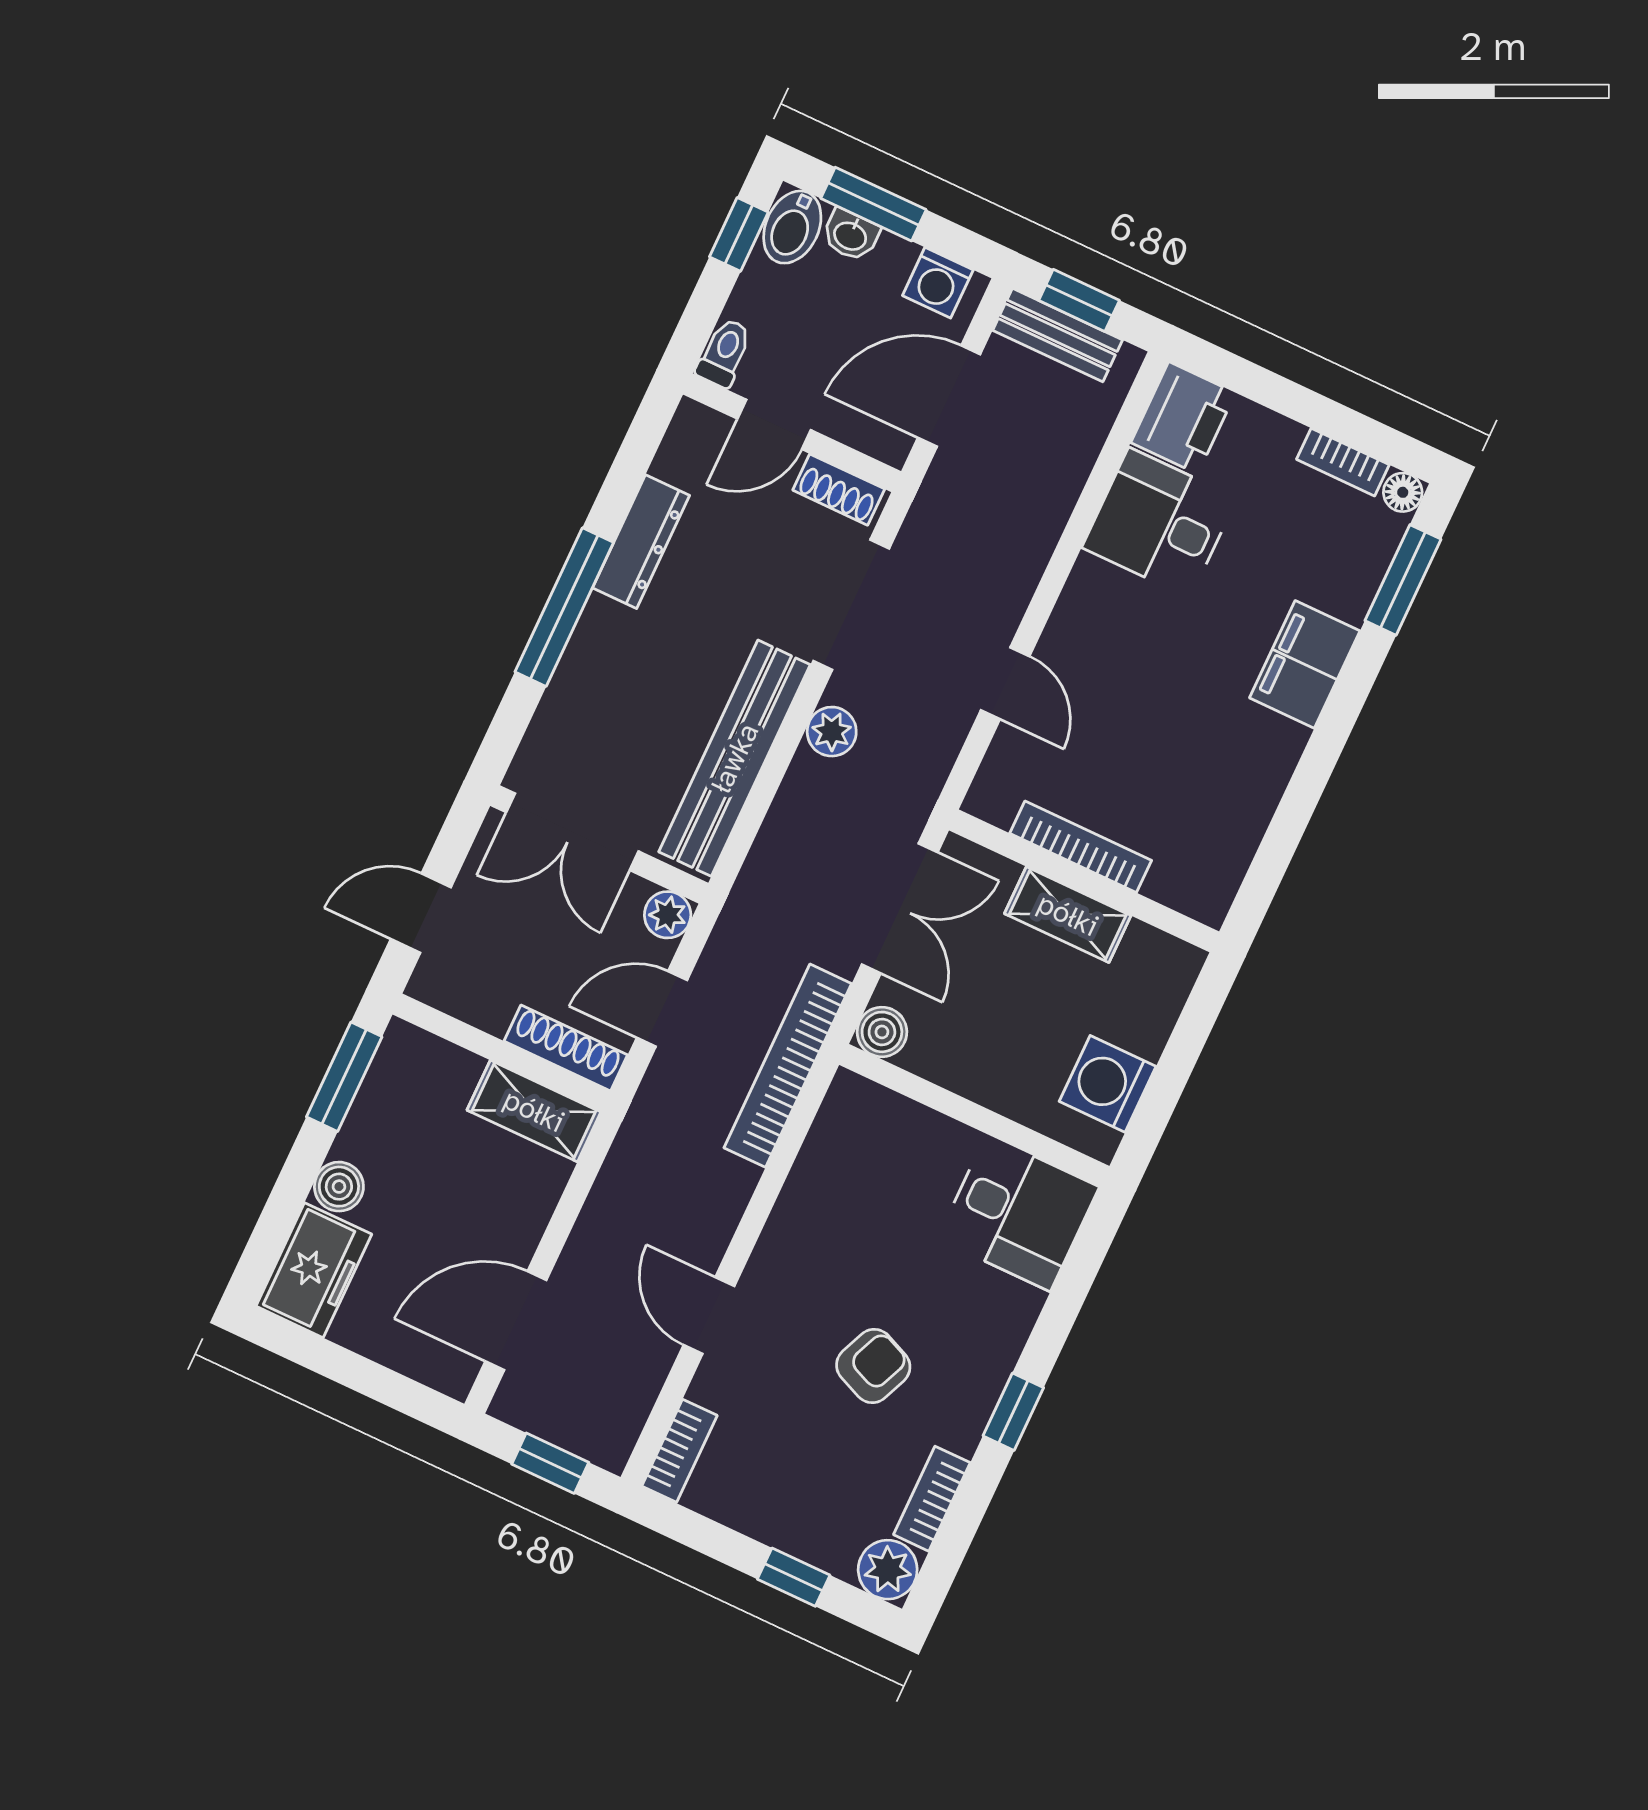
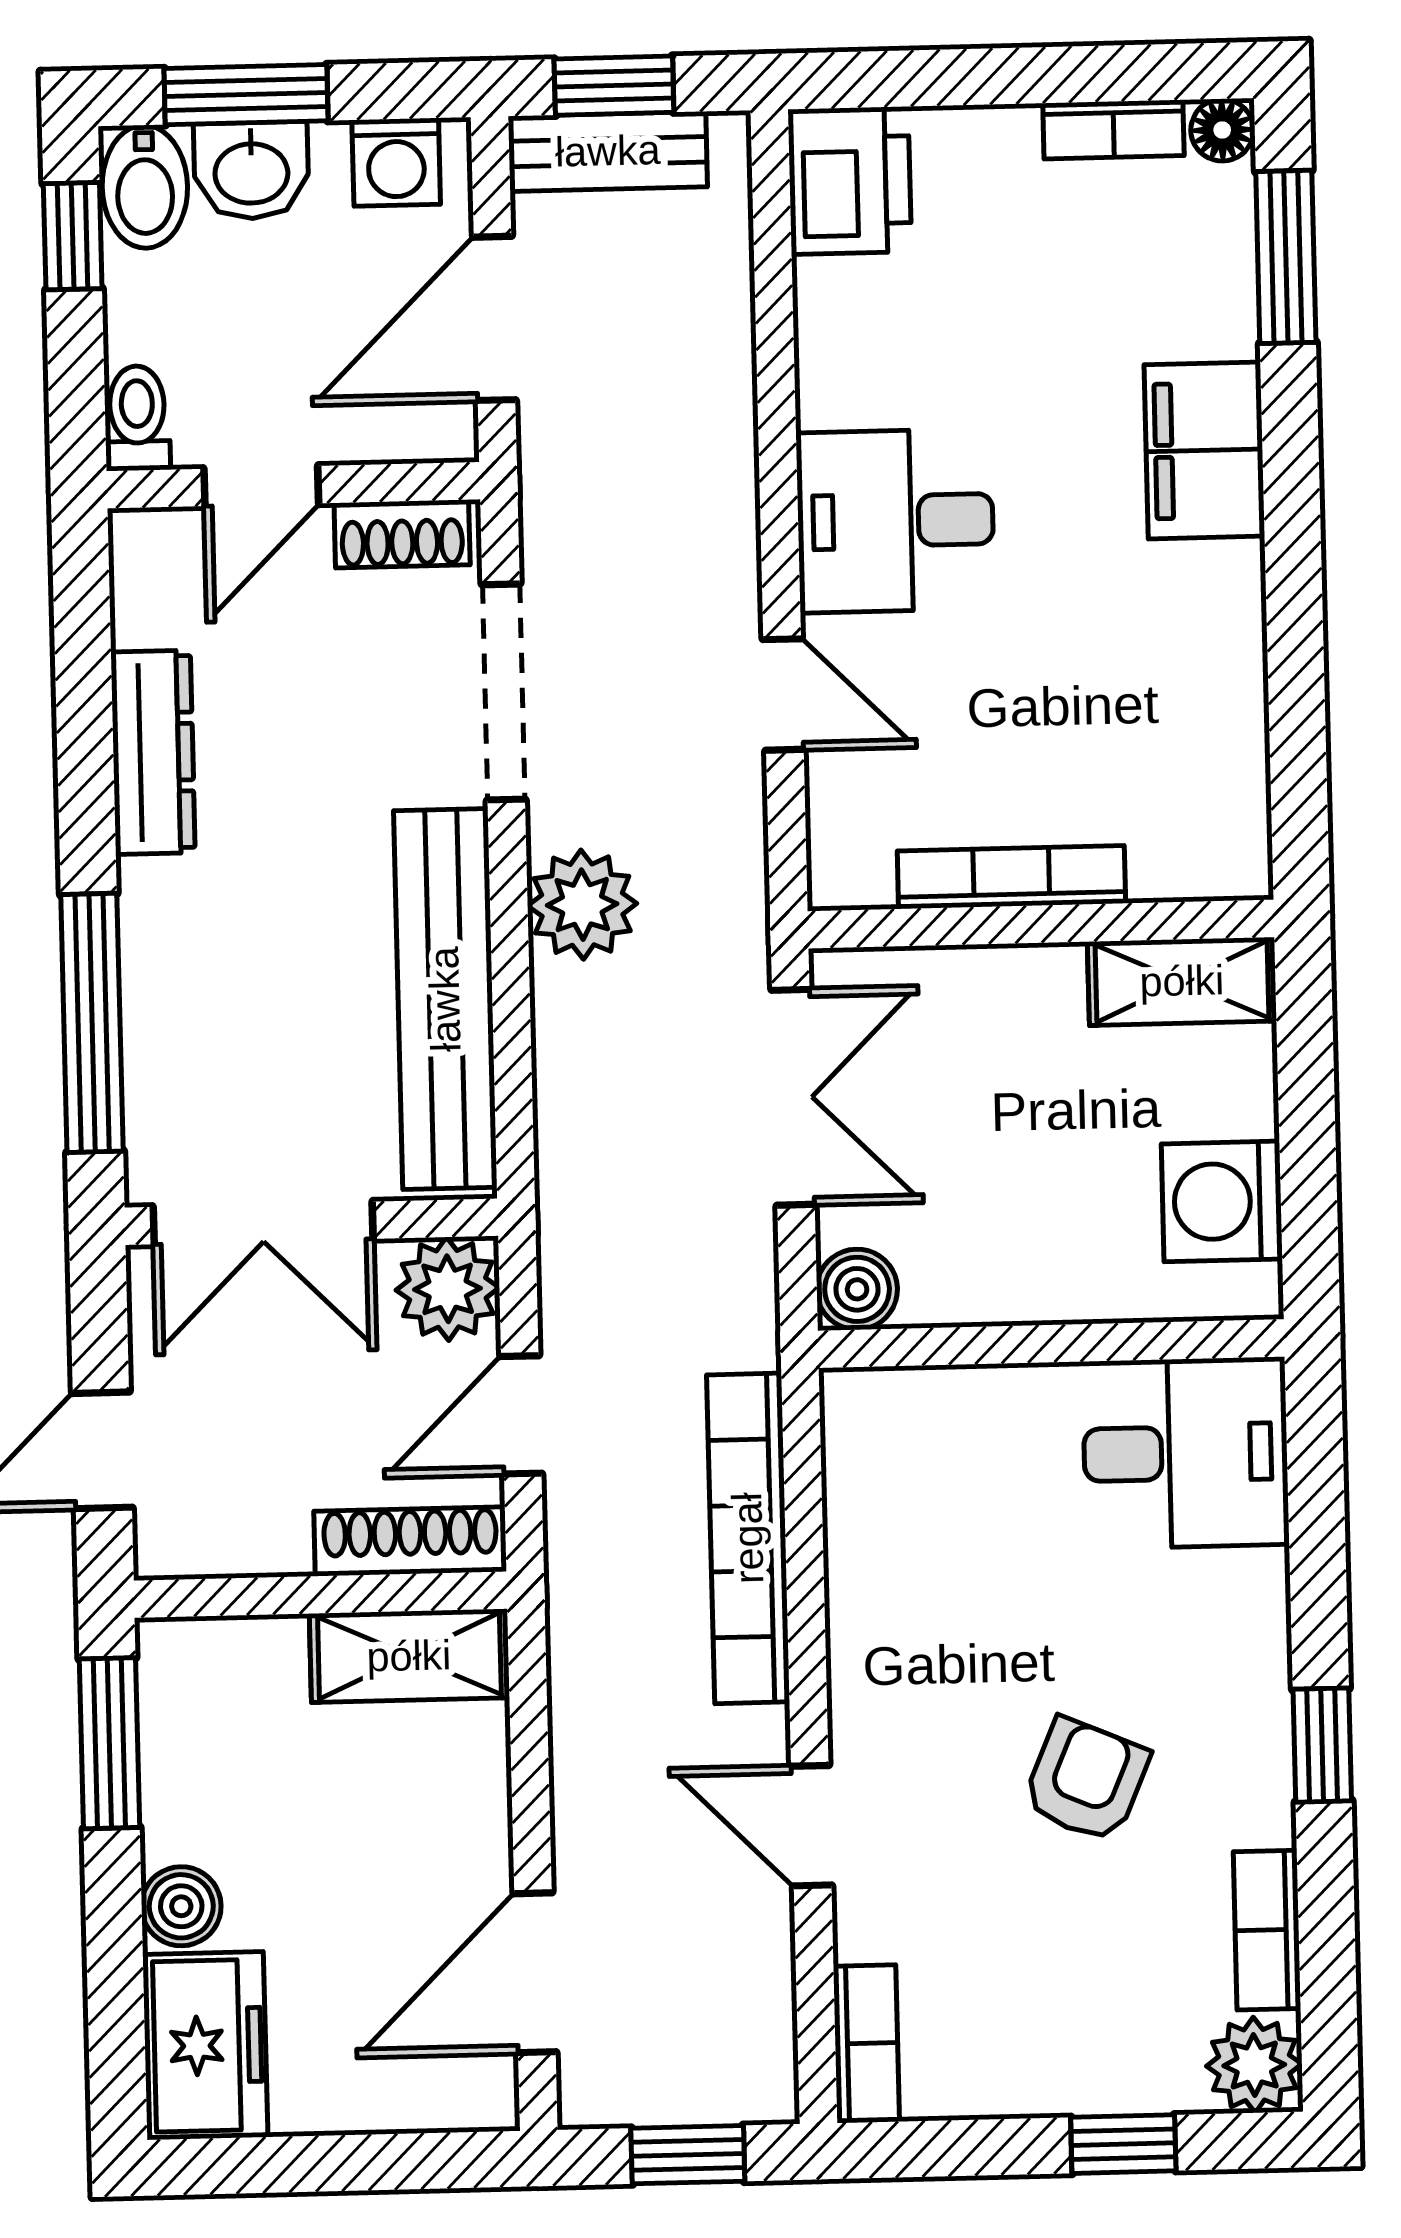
washbasin: (851, 235) -> (251, 171), width x1.38, depth x1.45
desk: (1159, 523) -> (895, 521), moved
window: (564, 607) -> (92, 1023), moved
plant: (832, 732) -> (582, 905), width x1.38, depth x1.38
plant: (668, 915) -> (448, 1289), width x1.38, depth x1.38
shelving: (1068, 915) -> (1182, 981), moved
bookcase: (788, 1066) -> (748, 1538), moved

